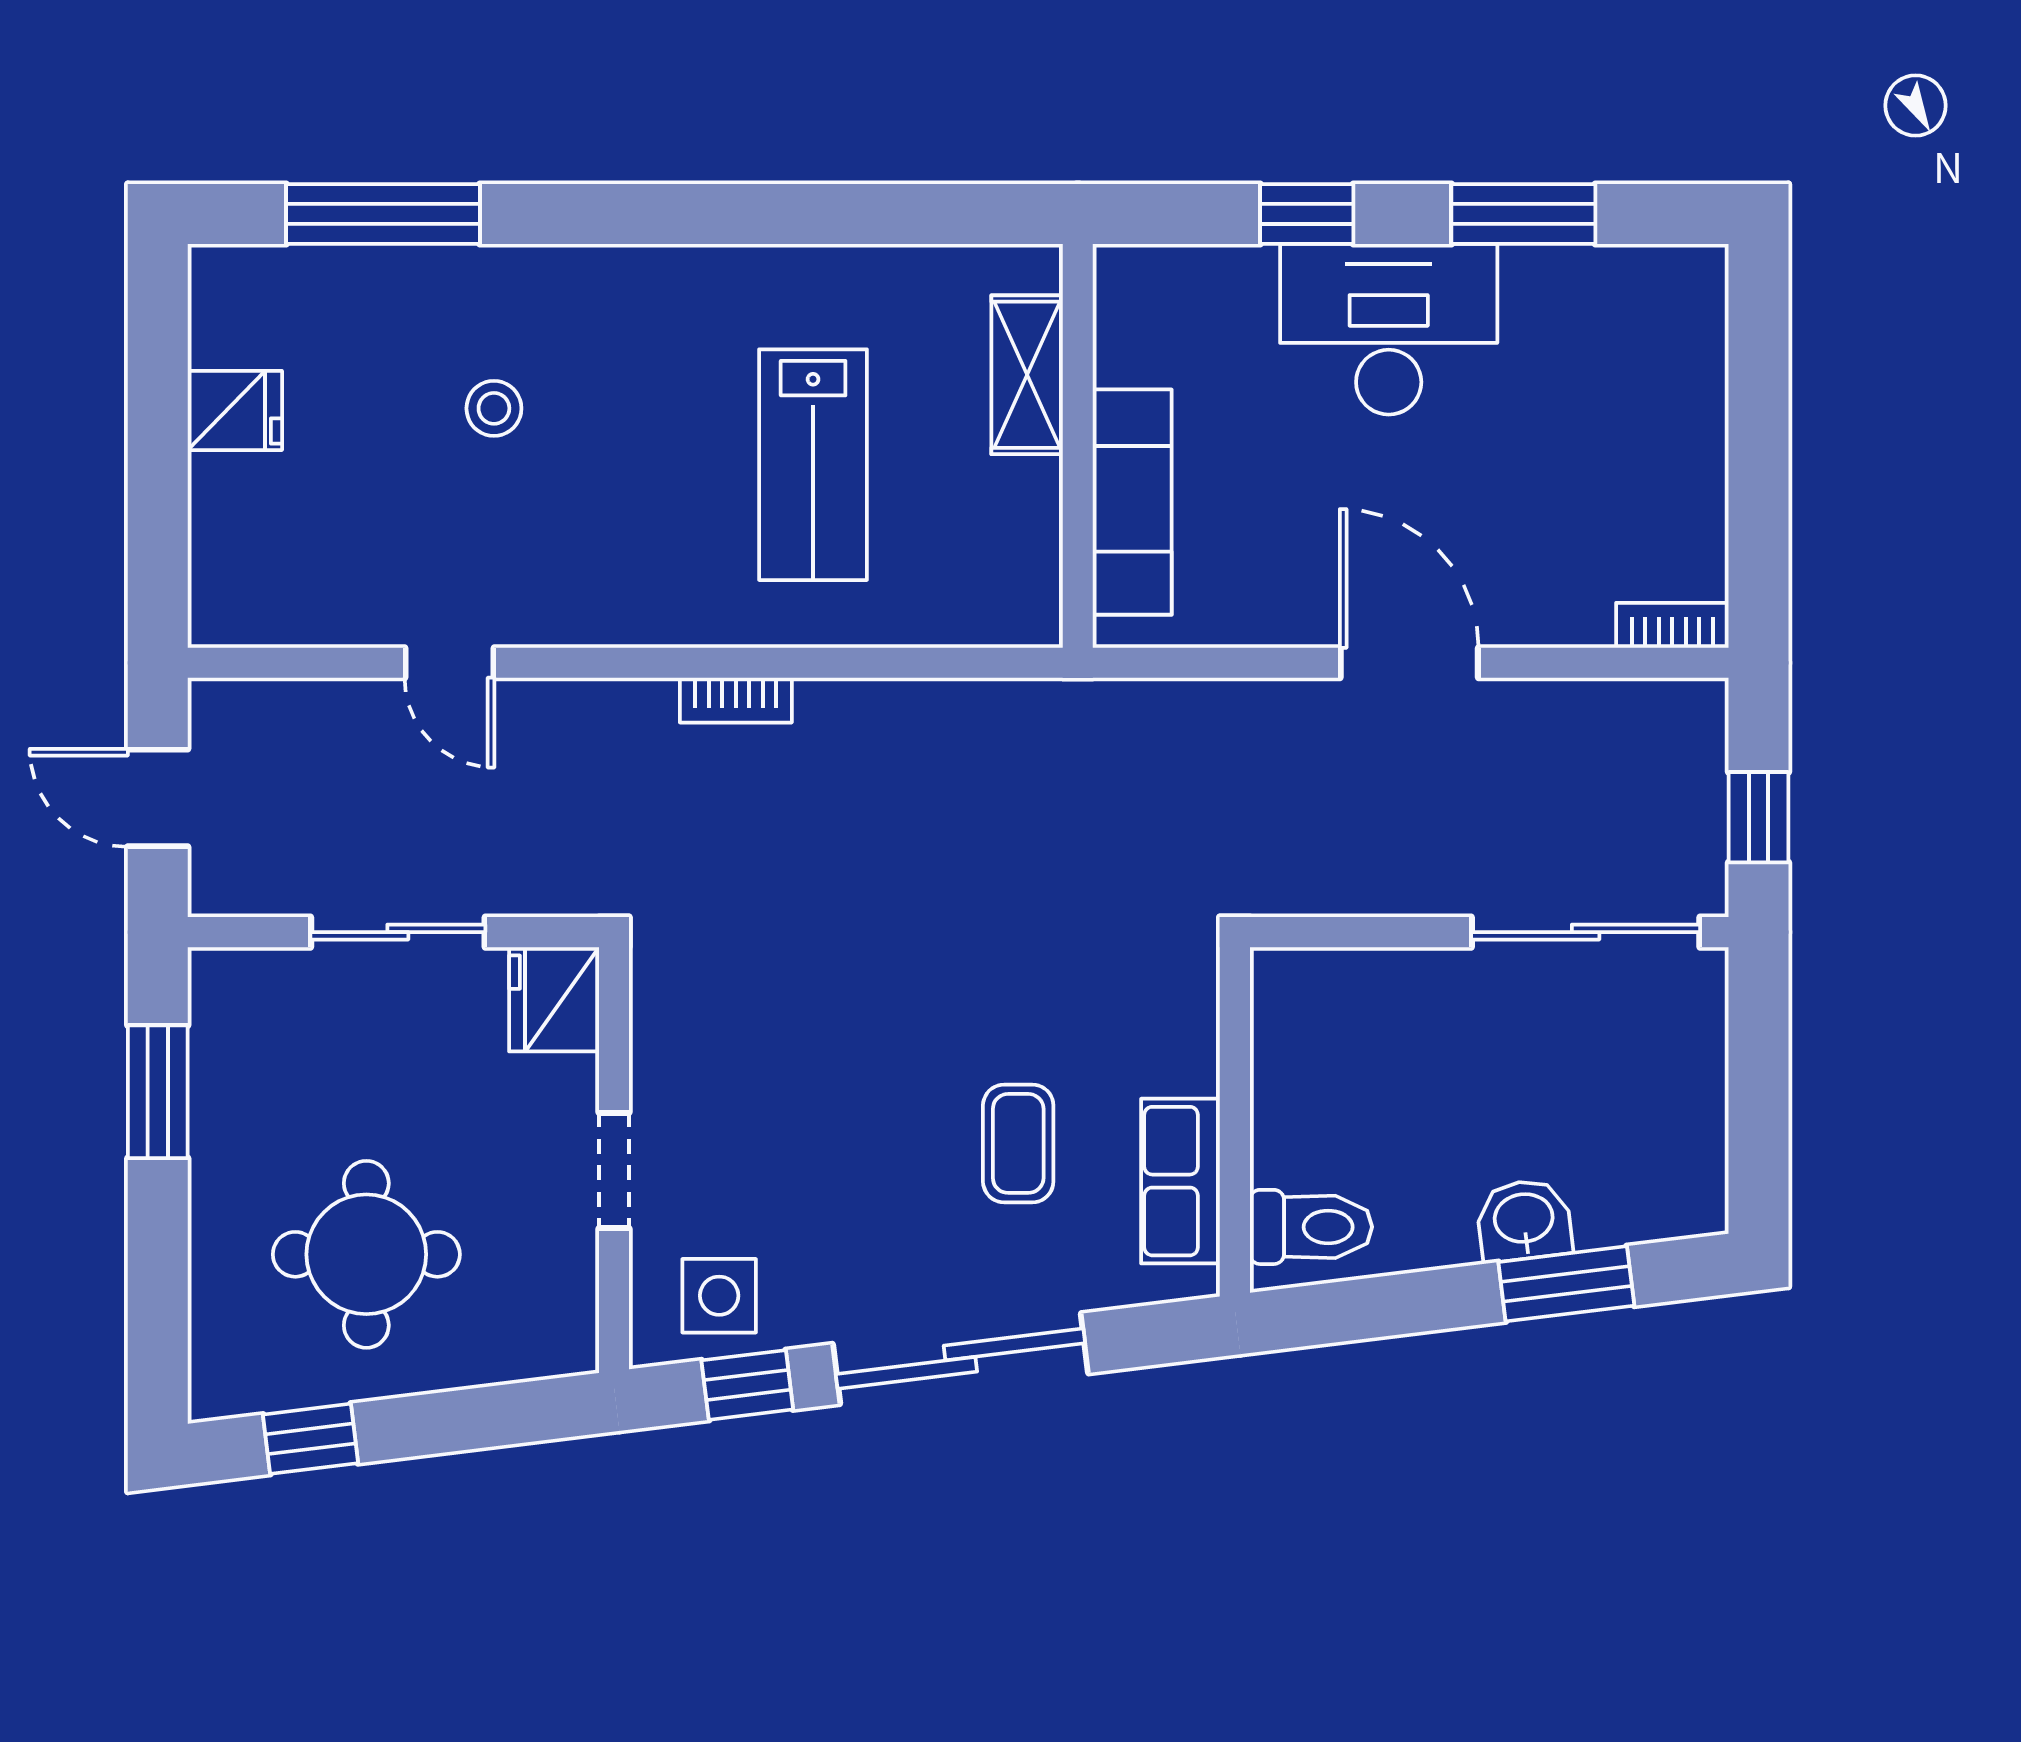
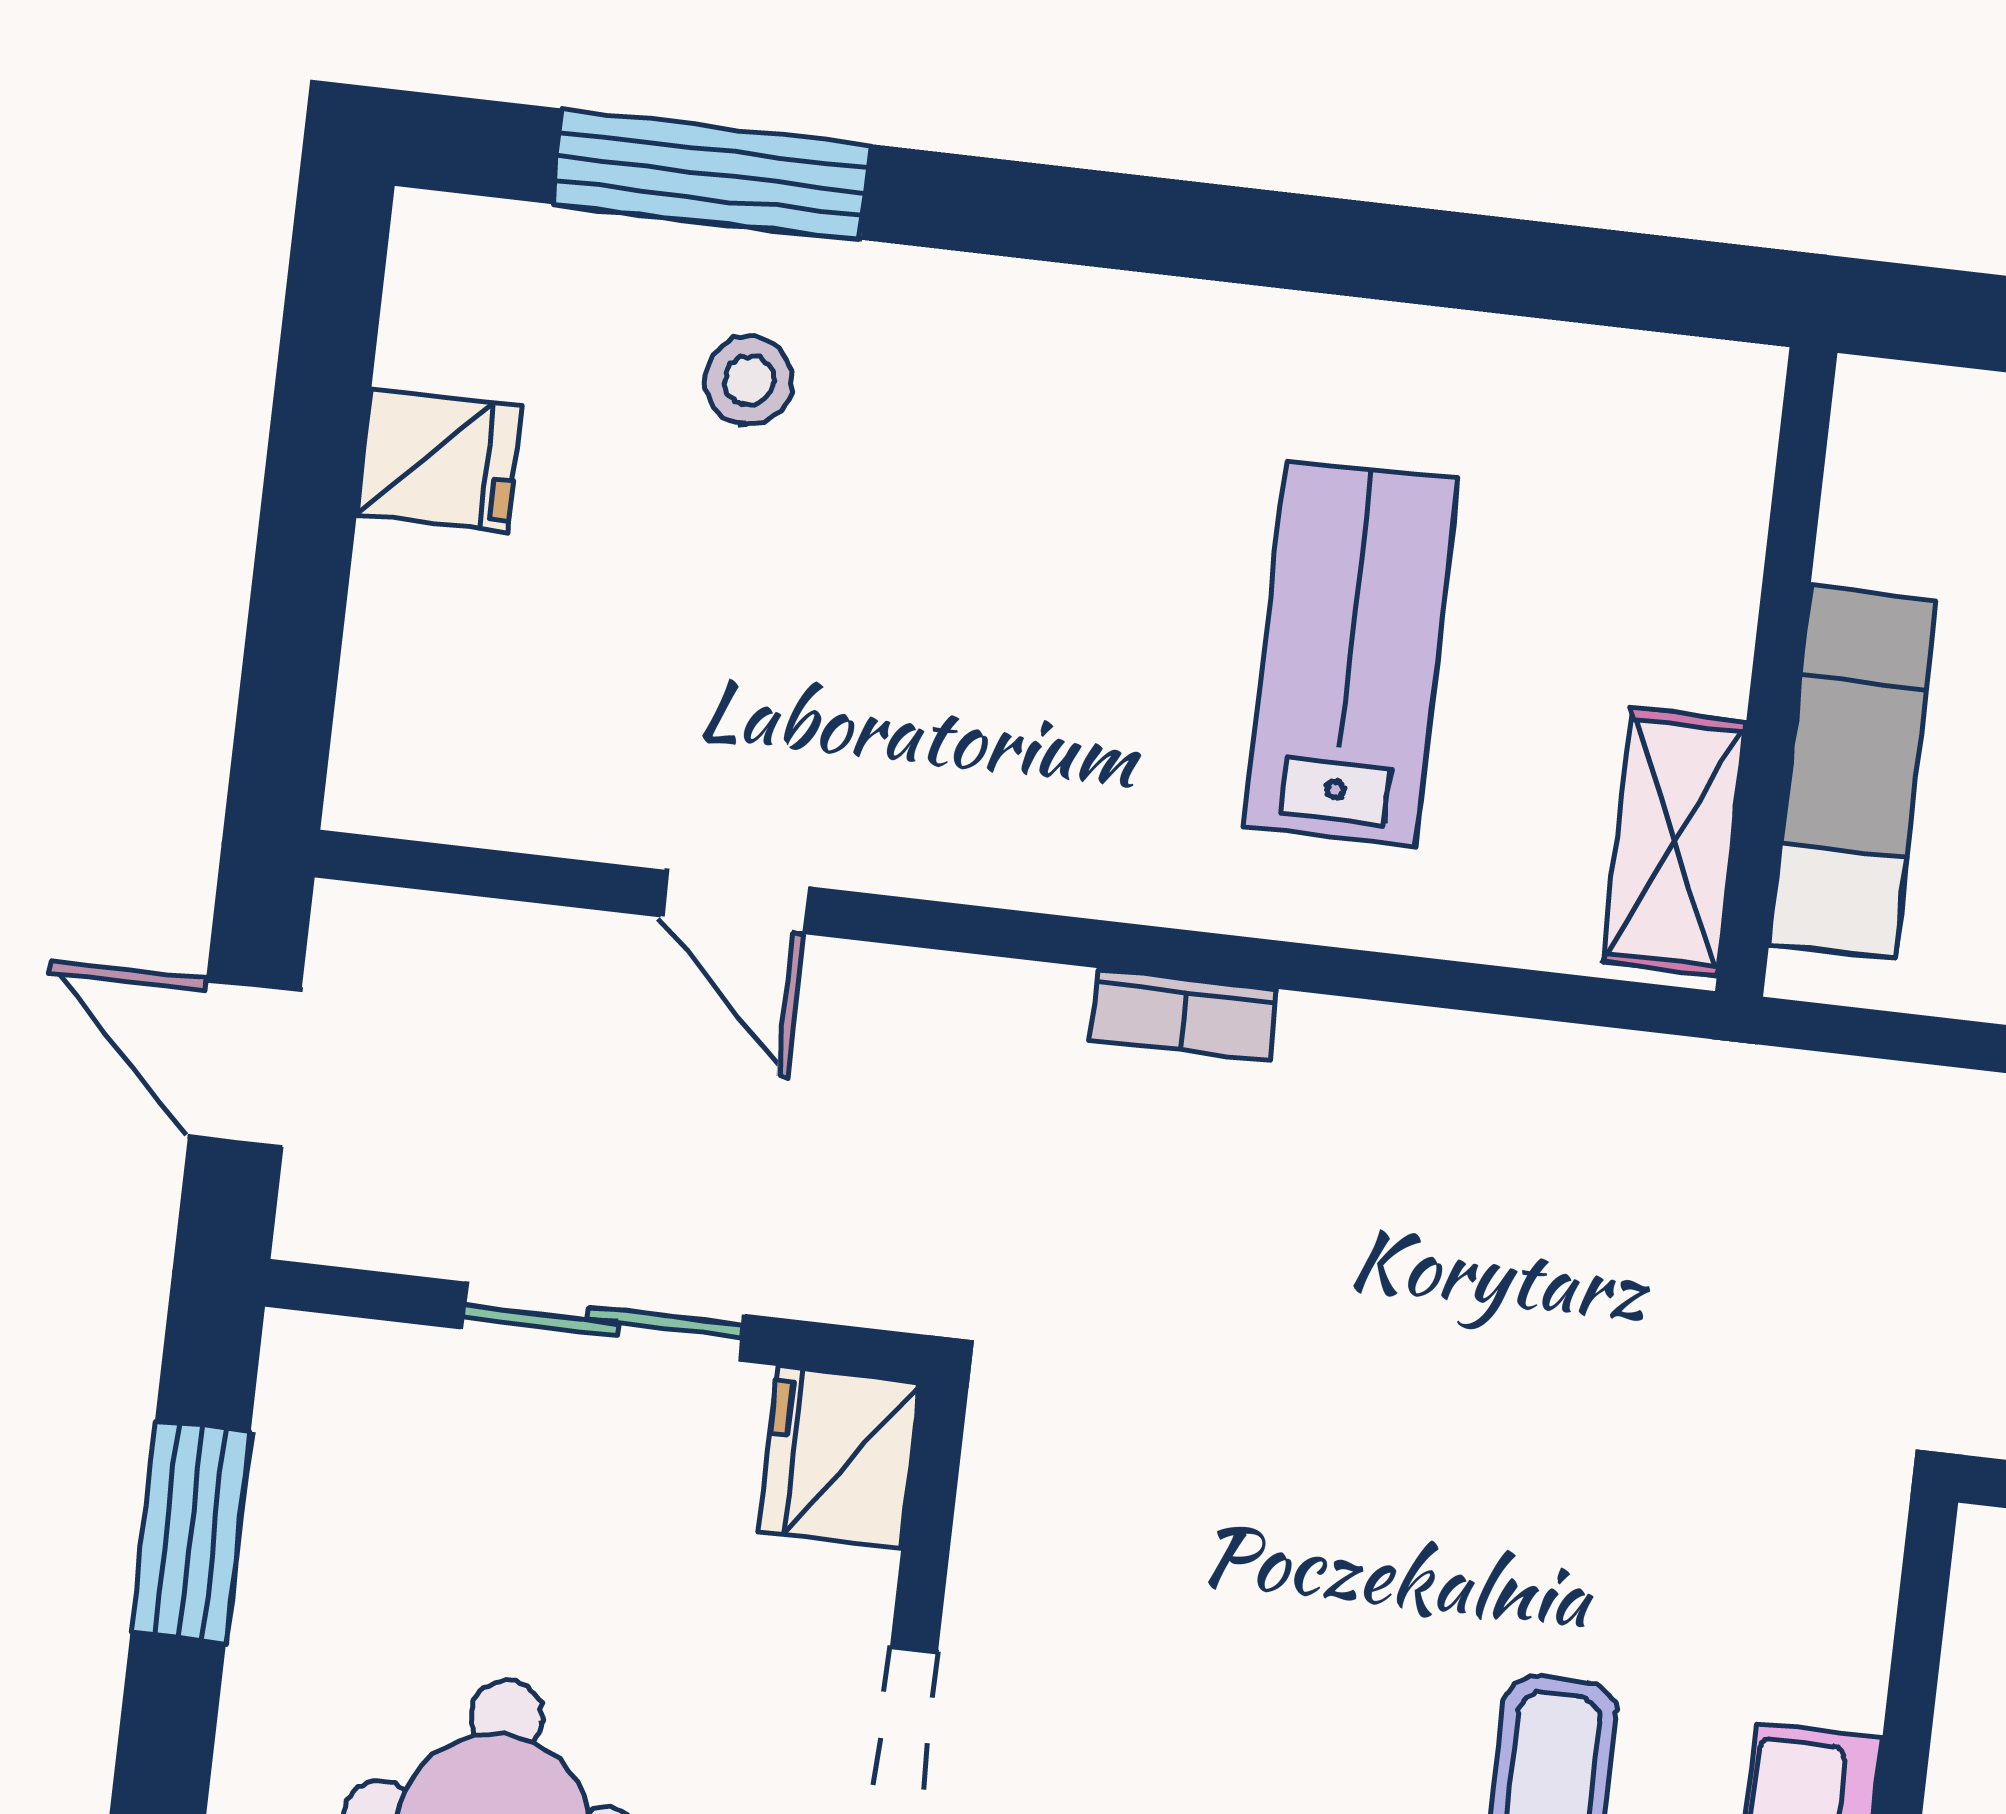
shelving: (1027, 375) -> (1675, 842), moved
stool: (494, 408) -> (749, 380), moved
lab bench: (813, 465) -> (1351, 653), turned 180

